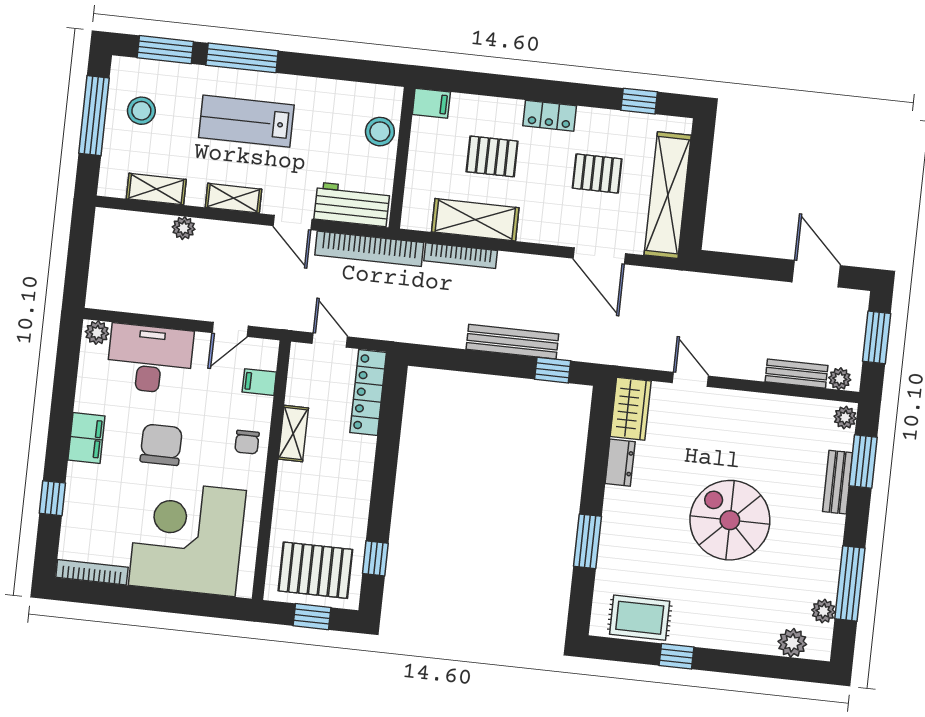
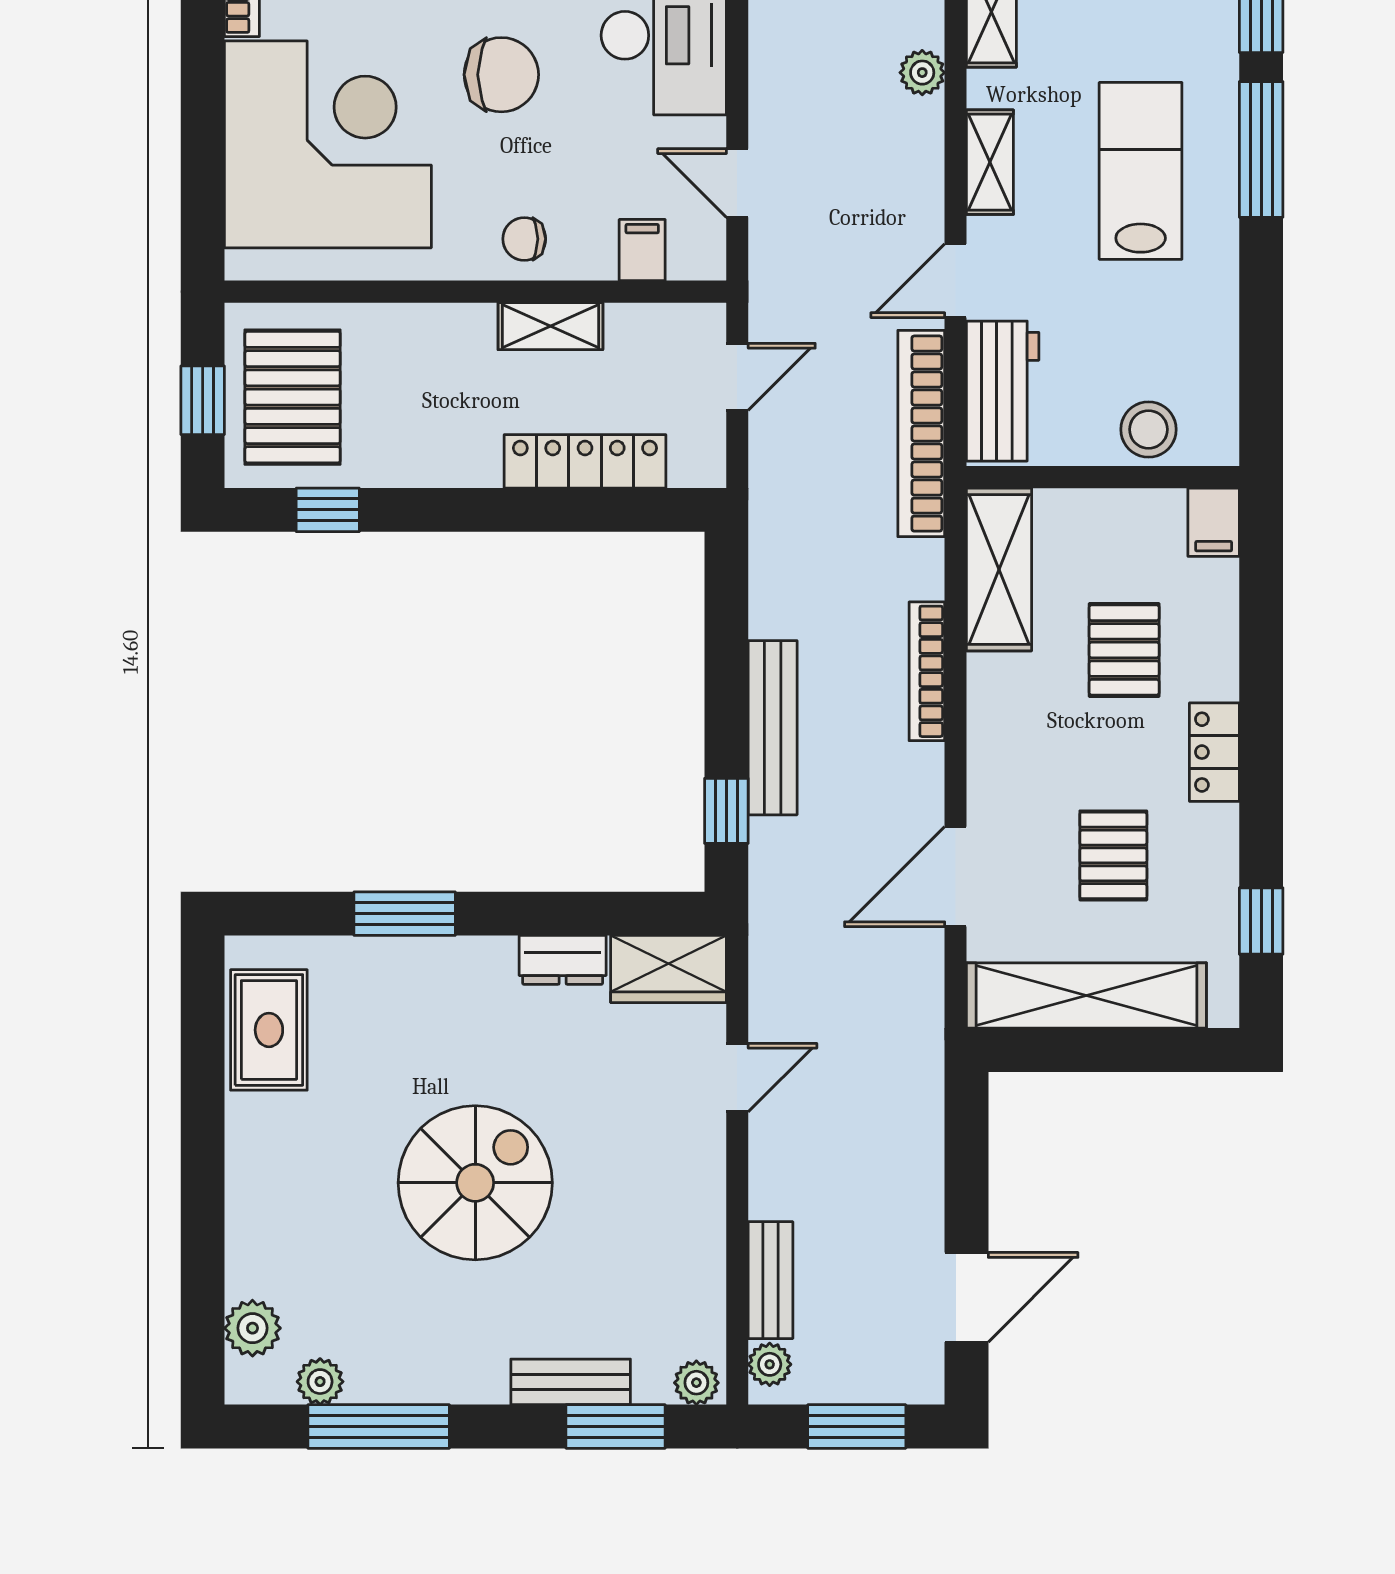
shelving: (475, 220) -> (999, 569), moved
bookcase: (461, 256) -> (927, 671), moved
locker: (368, 393) -> (585, 461), moved
window: (677, 656) -> (203, 1109), removed

